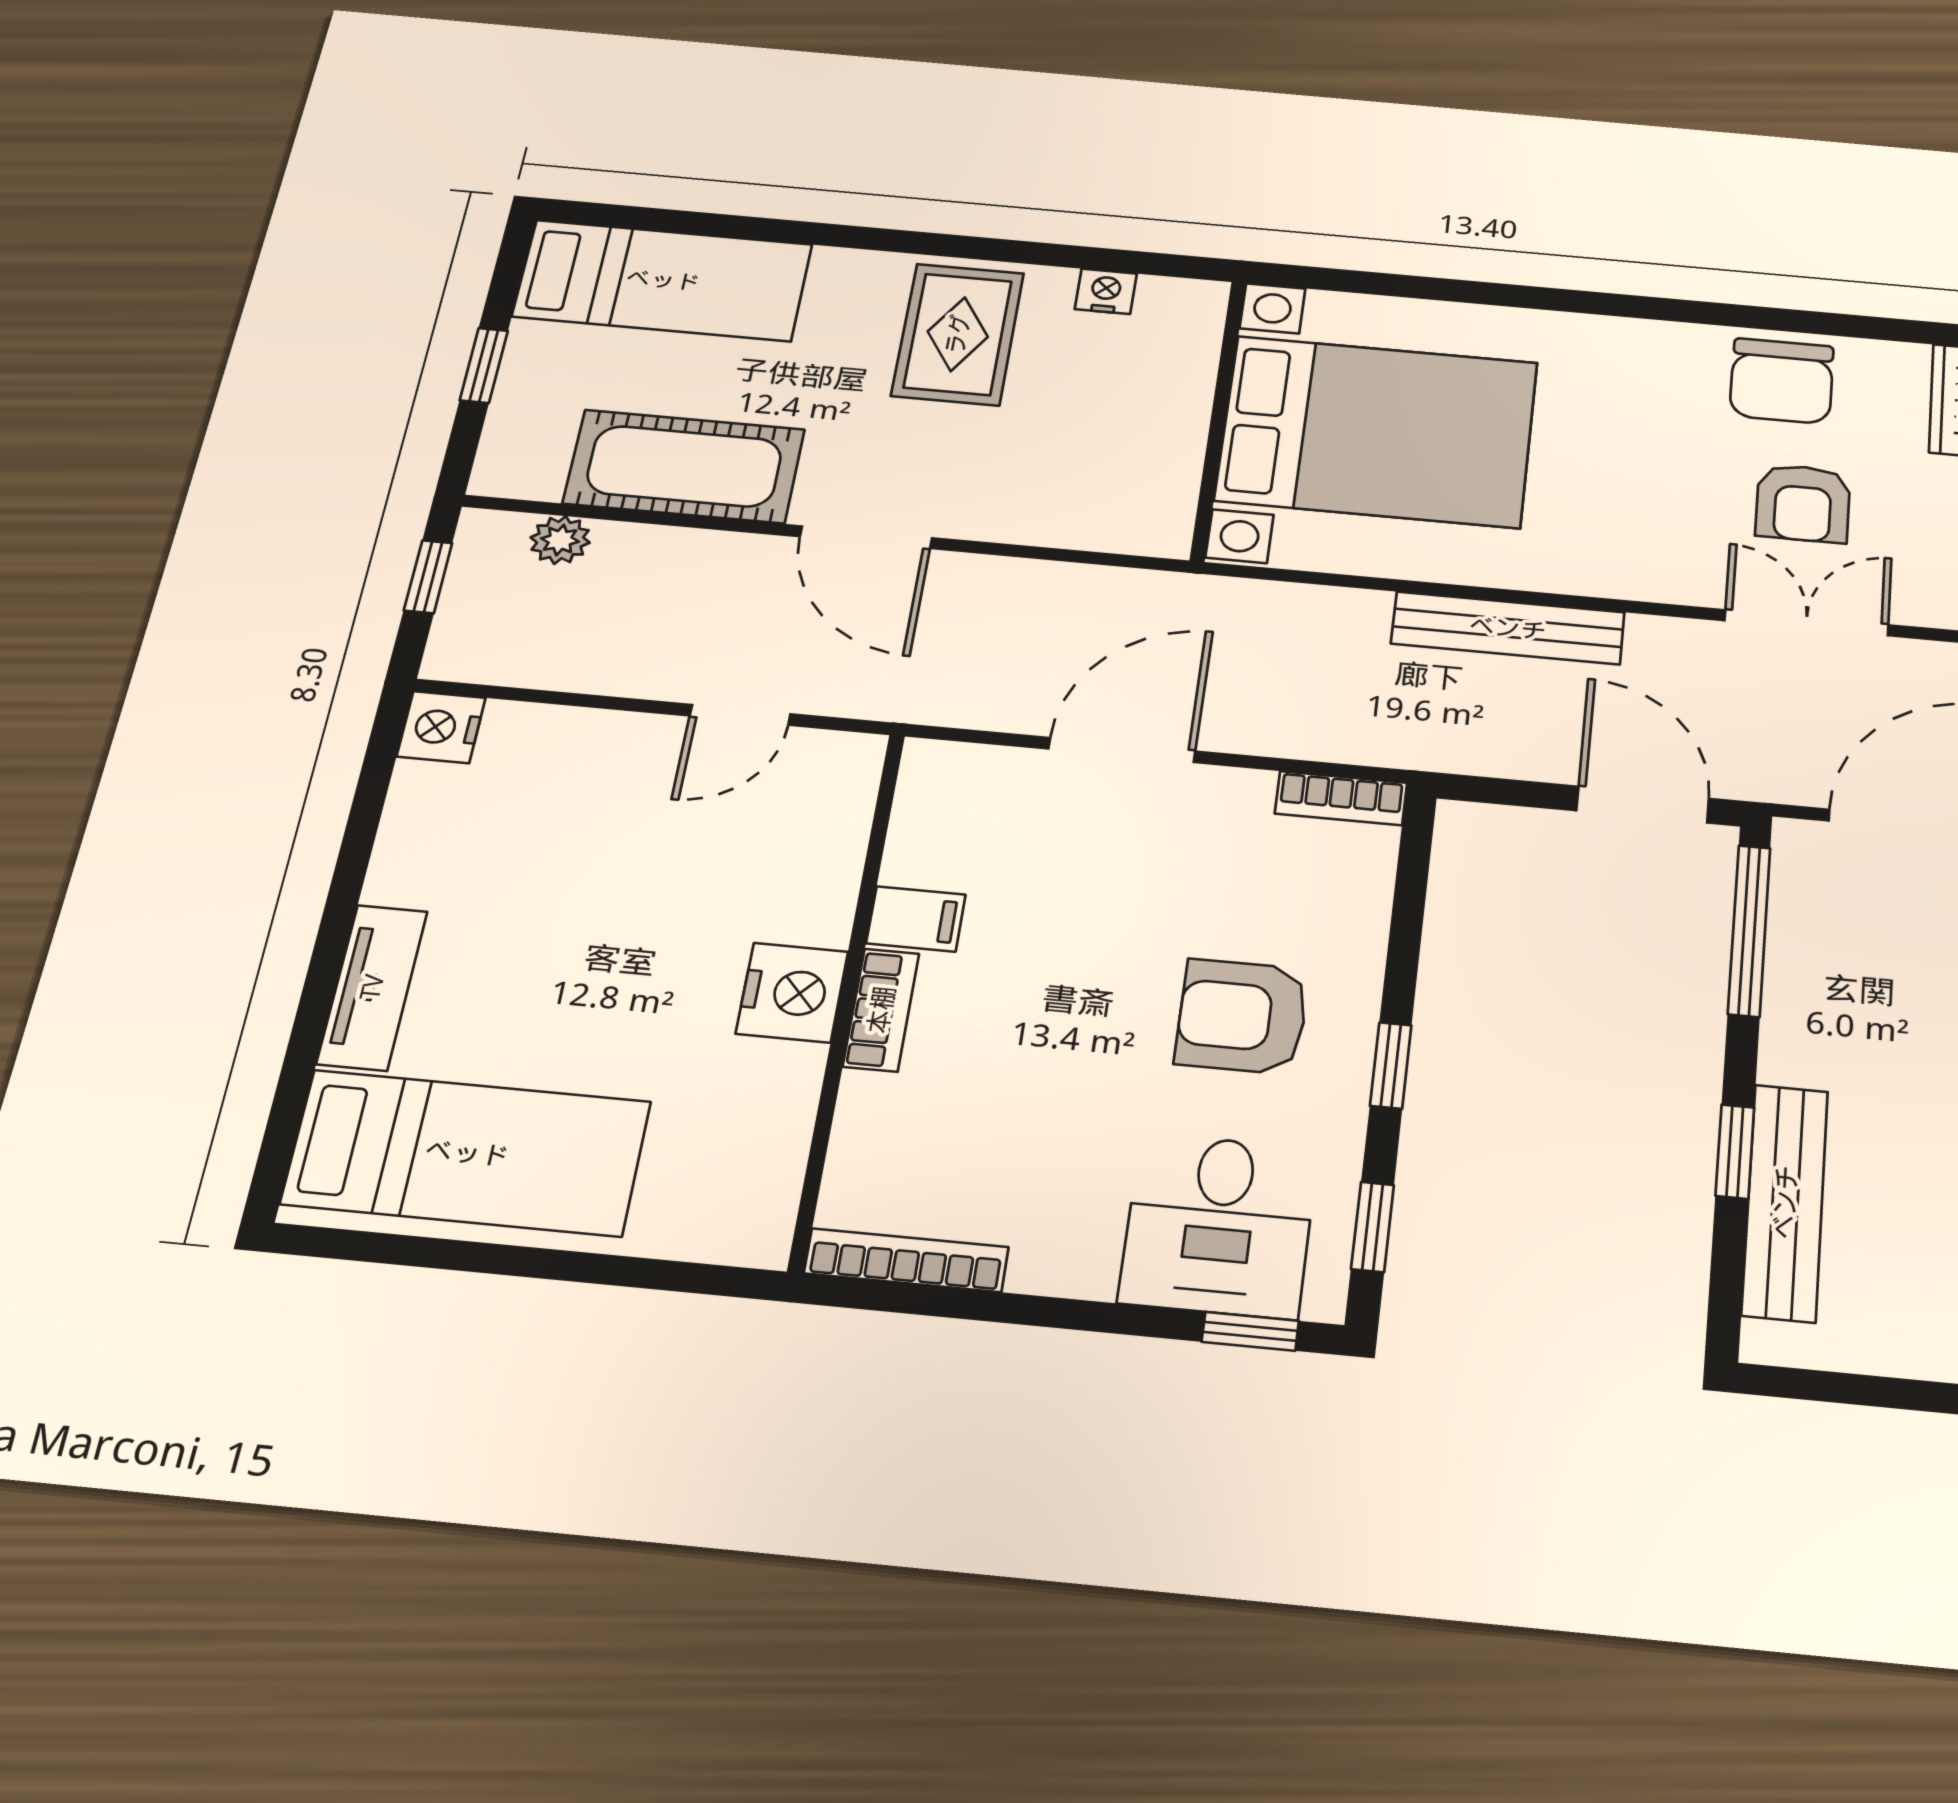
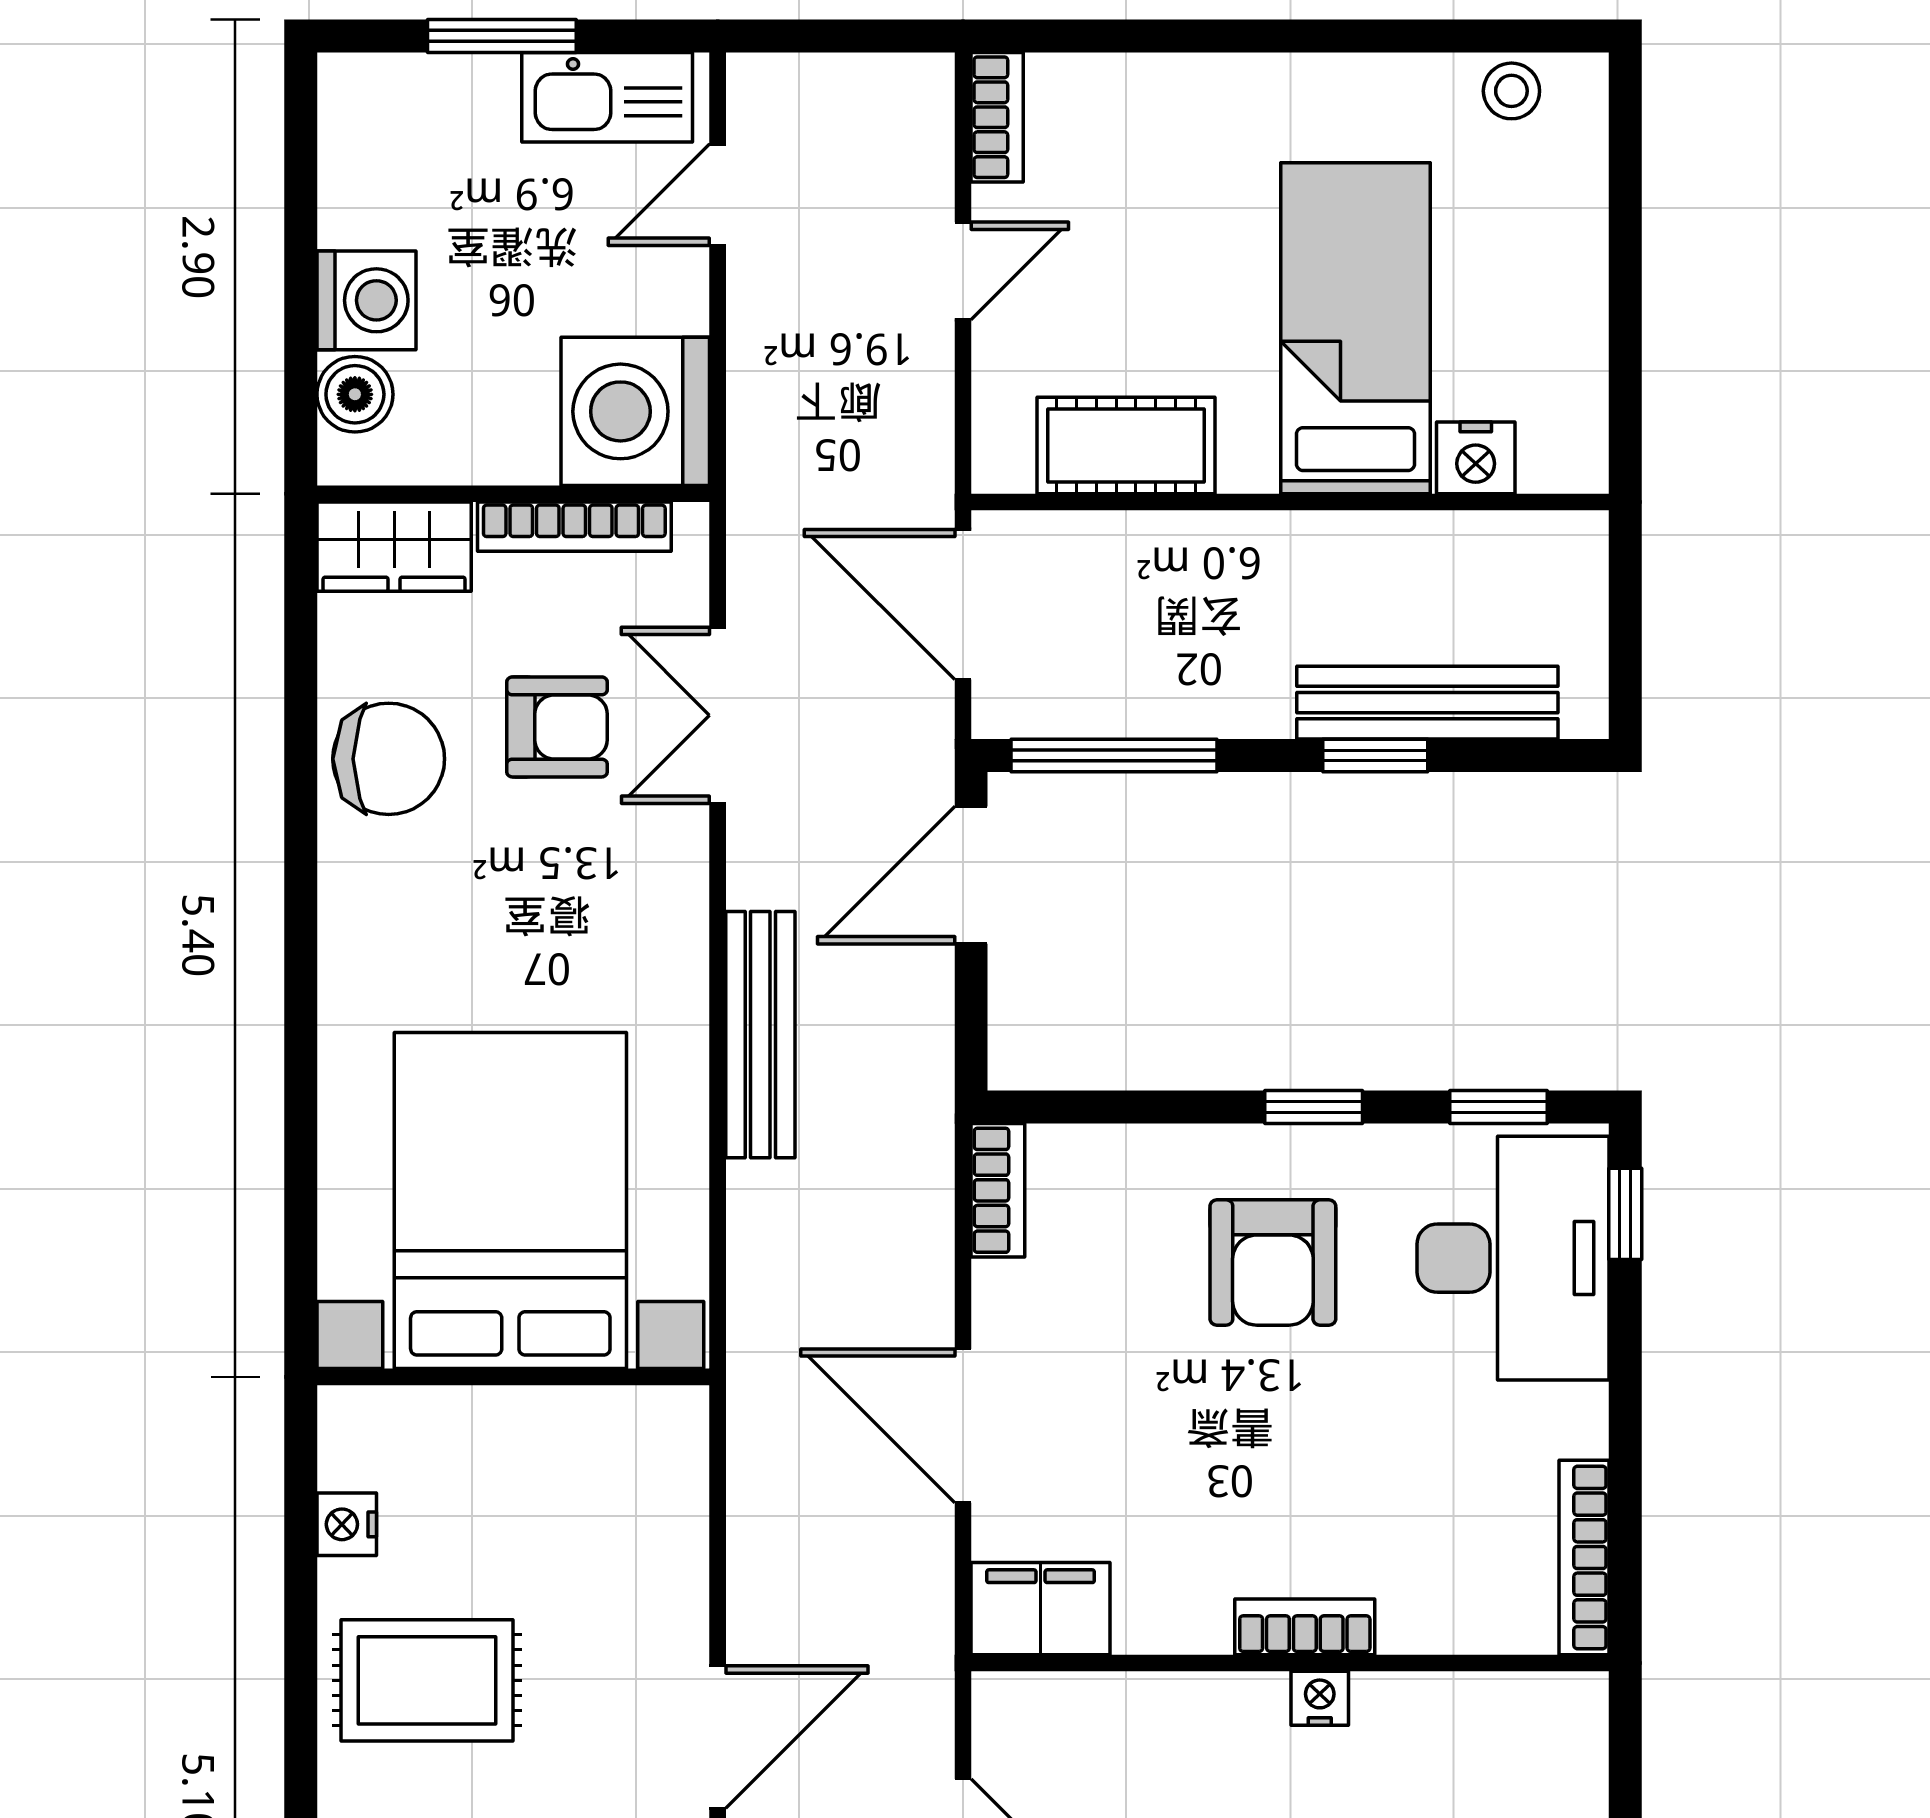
filing cabinet: (916, 919) -> (1041, 1609), moved, width x2.00
nightstand: (792, 993) -> (1320, 1698), width x0.53, depth x0.56
desk: (1219, 1225) -> (1513, 1258), width x1.37

